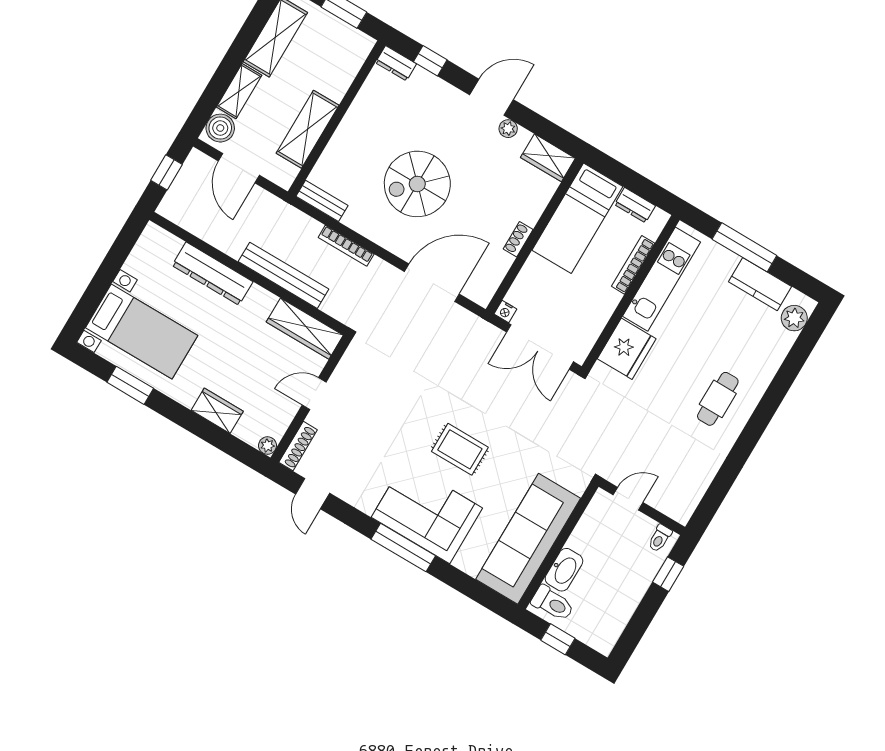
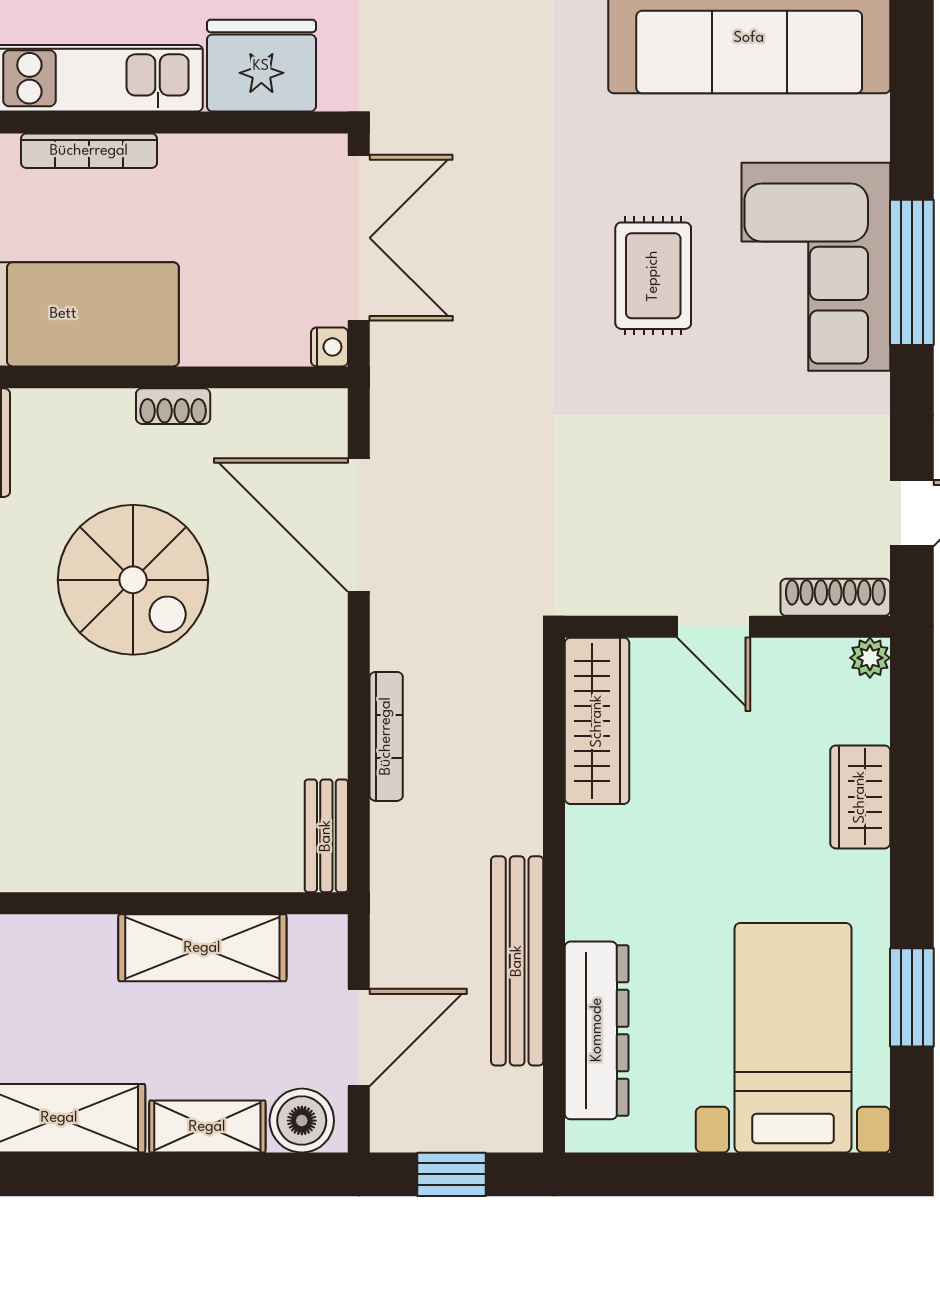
spiral stairs: (417, 184) -> (133, 580), moved
dresser: (212, 274) -> (597, 1030), moved
bench: (284, 275) -> (517, 961), moved

